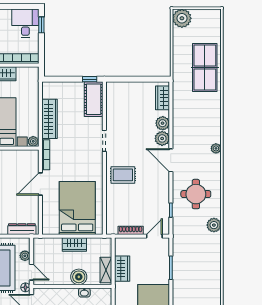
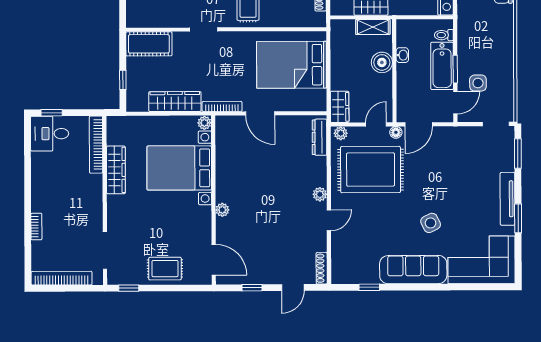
window: (90, 79) -> (123, 80), moved
wardrobe: (74, 244) -> (340, 107), moved
plant: (25, 256) -> (341, 133), moved

